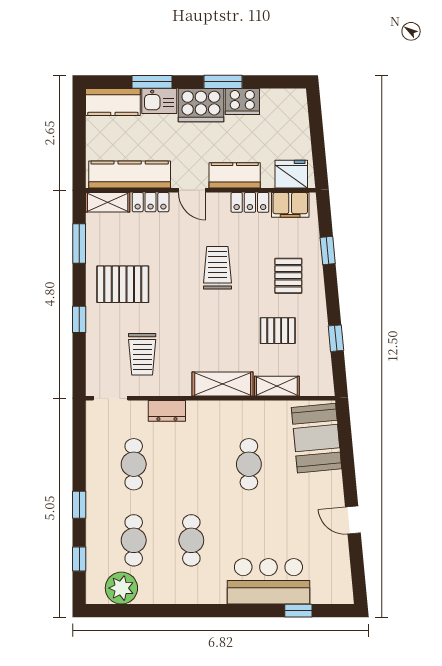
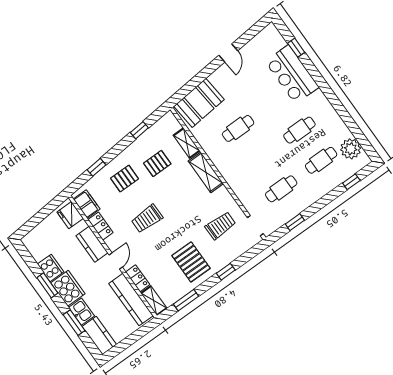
pallet: (278, 331) -> (157, 163), turned 90
dresser: (167, 411) -> (241, 191), removed
window: (79, 505) -> (295, 222), moved

